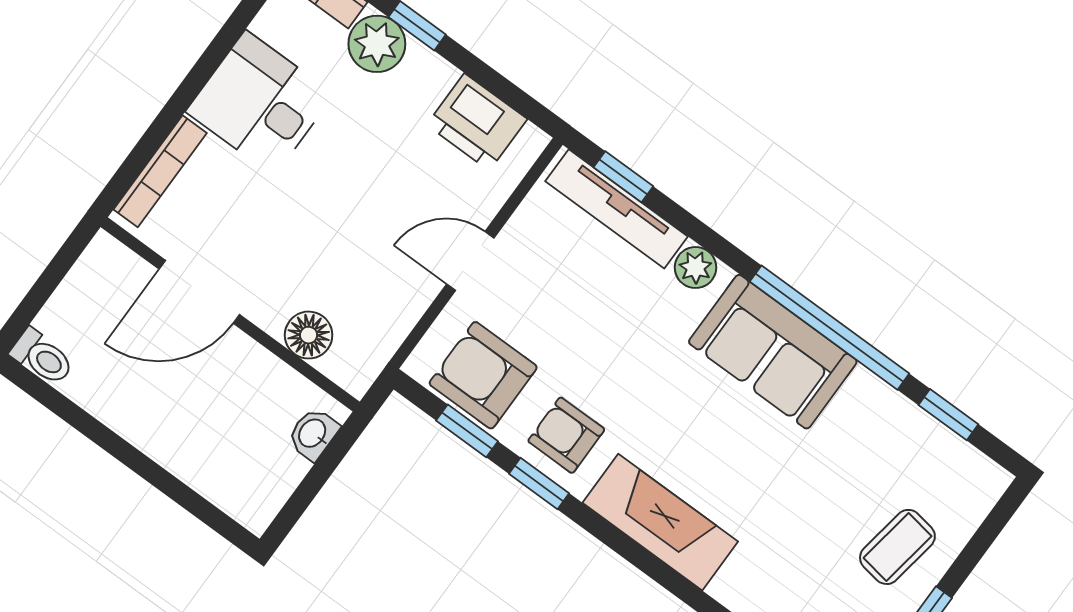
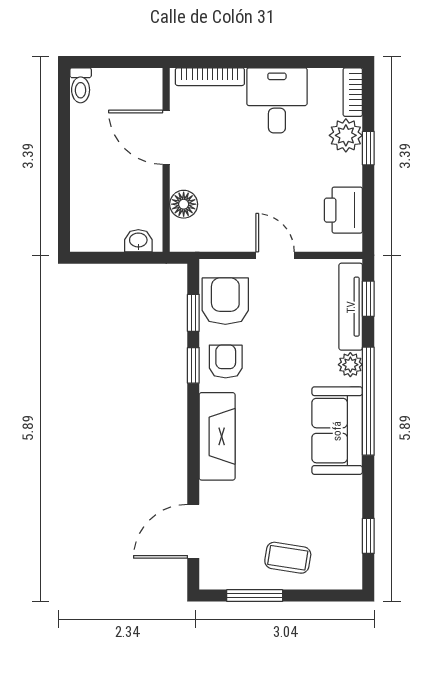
window: (829, 328) -> (368, 401), moved

